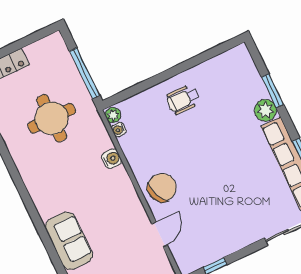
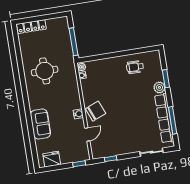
wheelchair: (183, 99) -> (135, 67), moved
round table: (52, 118) -> (45, 71), moved
water cooler: (112, 159) -> (78, 114), moved

